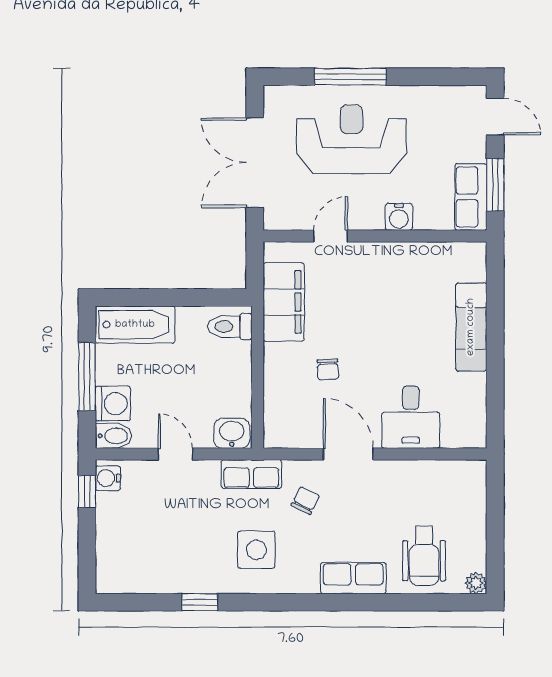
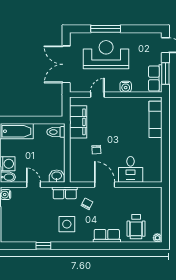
exam couch: (471, 327) -> (156, 119), moved

